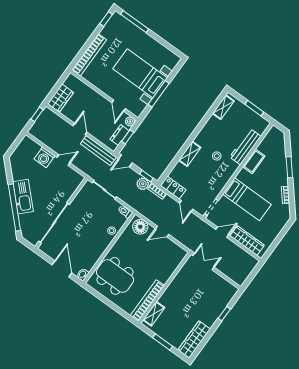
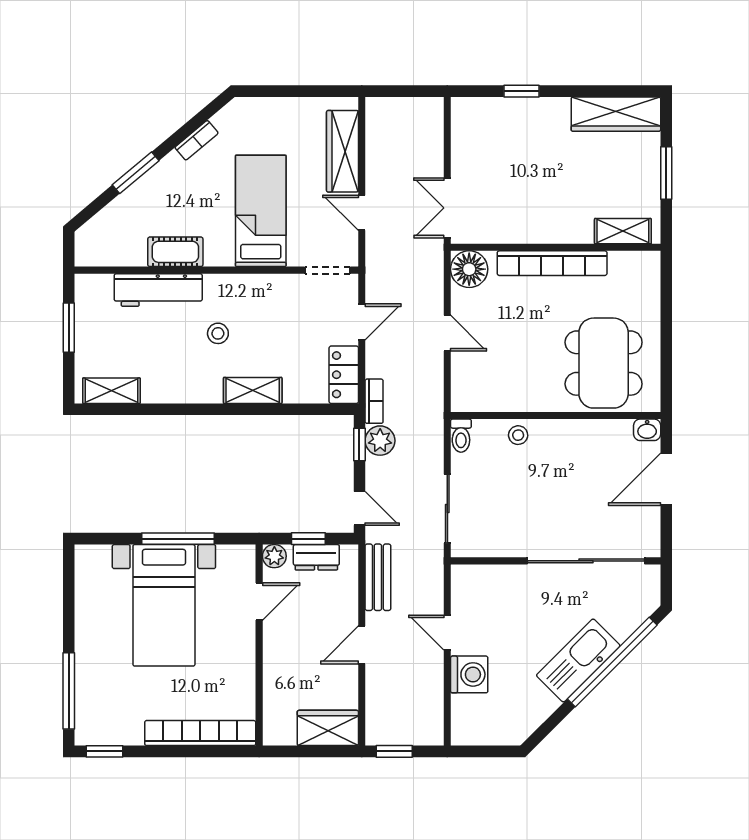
bench: (98, 151) -> (378, 577), width x0.73
floor lamp: (140, 227) -> (469, 269), moved
bookcase: (147, 301) -> (552, 263), moved

